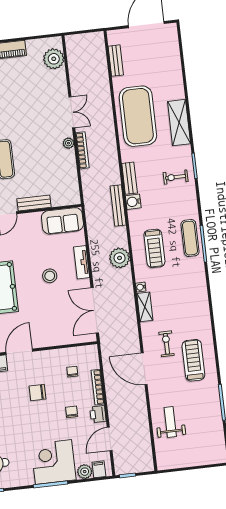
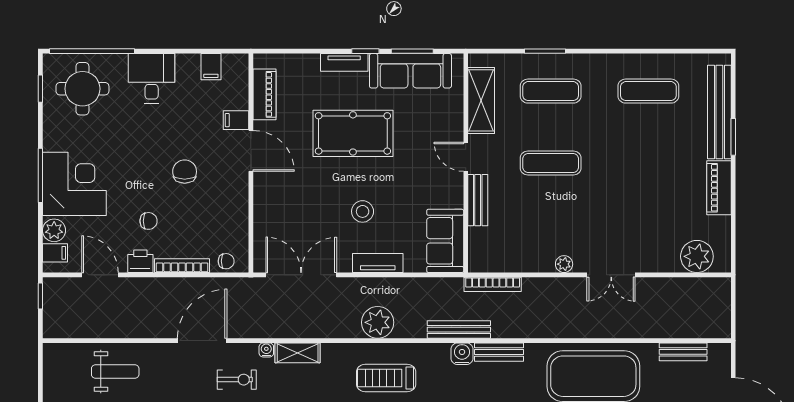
bookcase: (82, 150) -> (493, 284), moved
water cooler: (141, 287) -> (266, 350), moved
chair: (72, 372) -> (226, 261), moved

